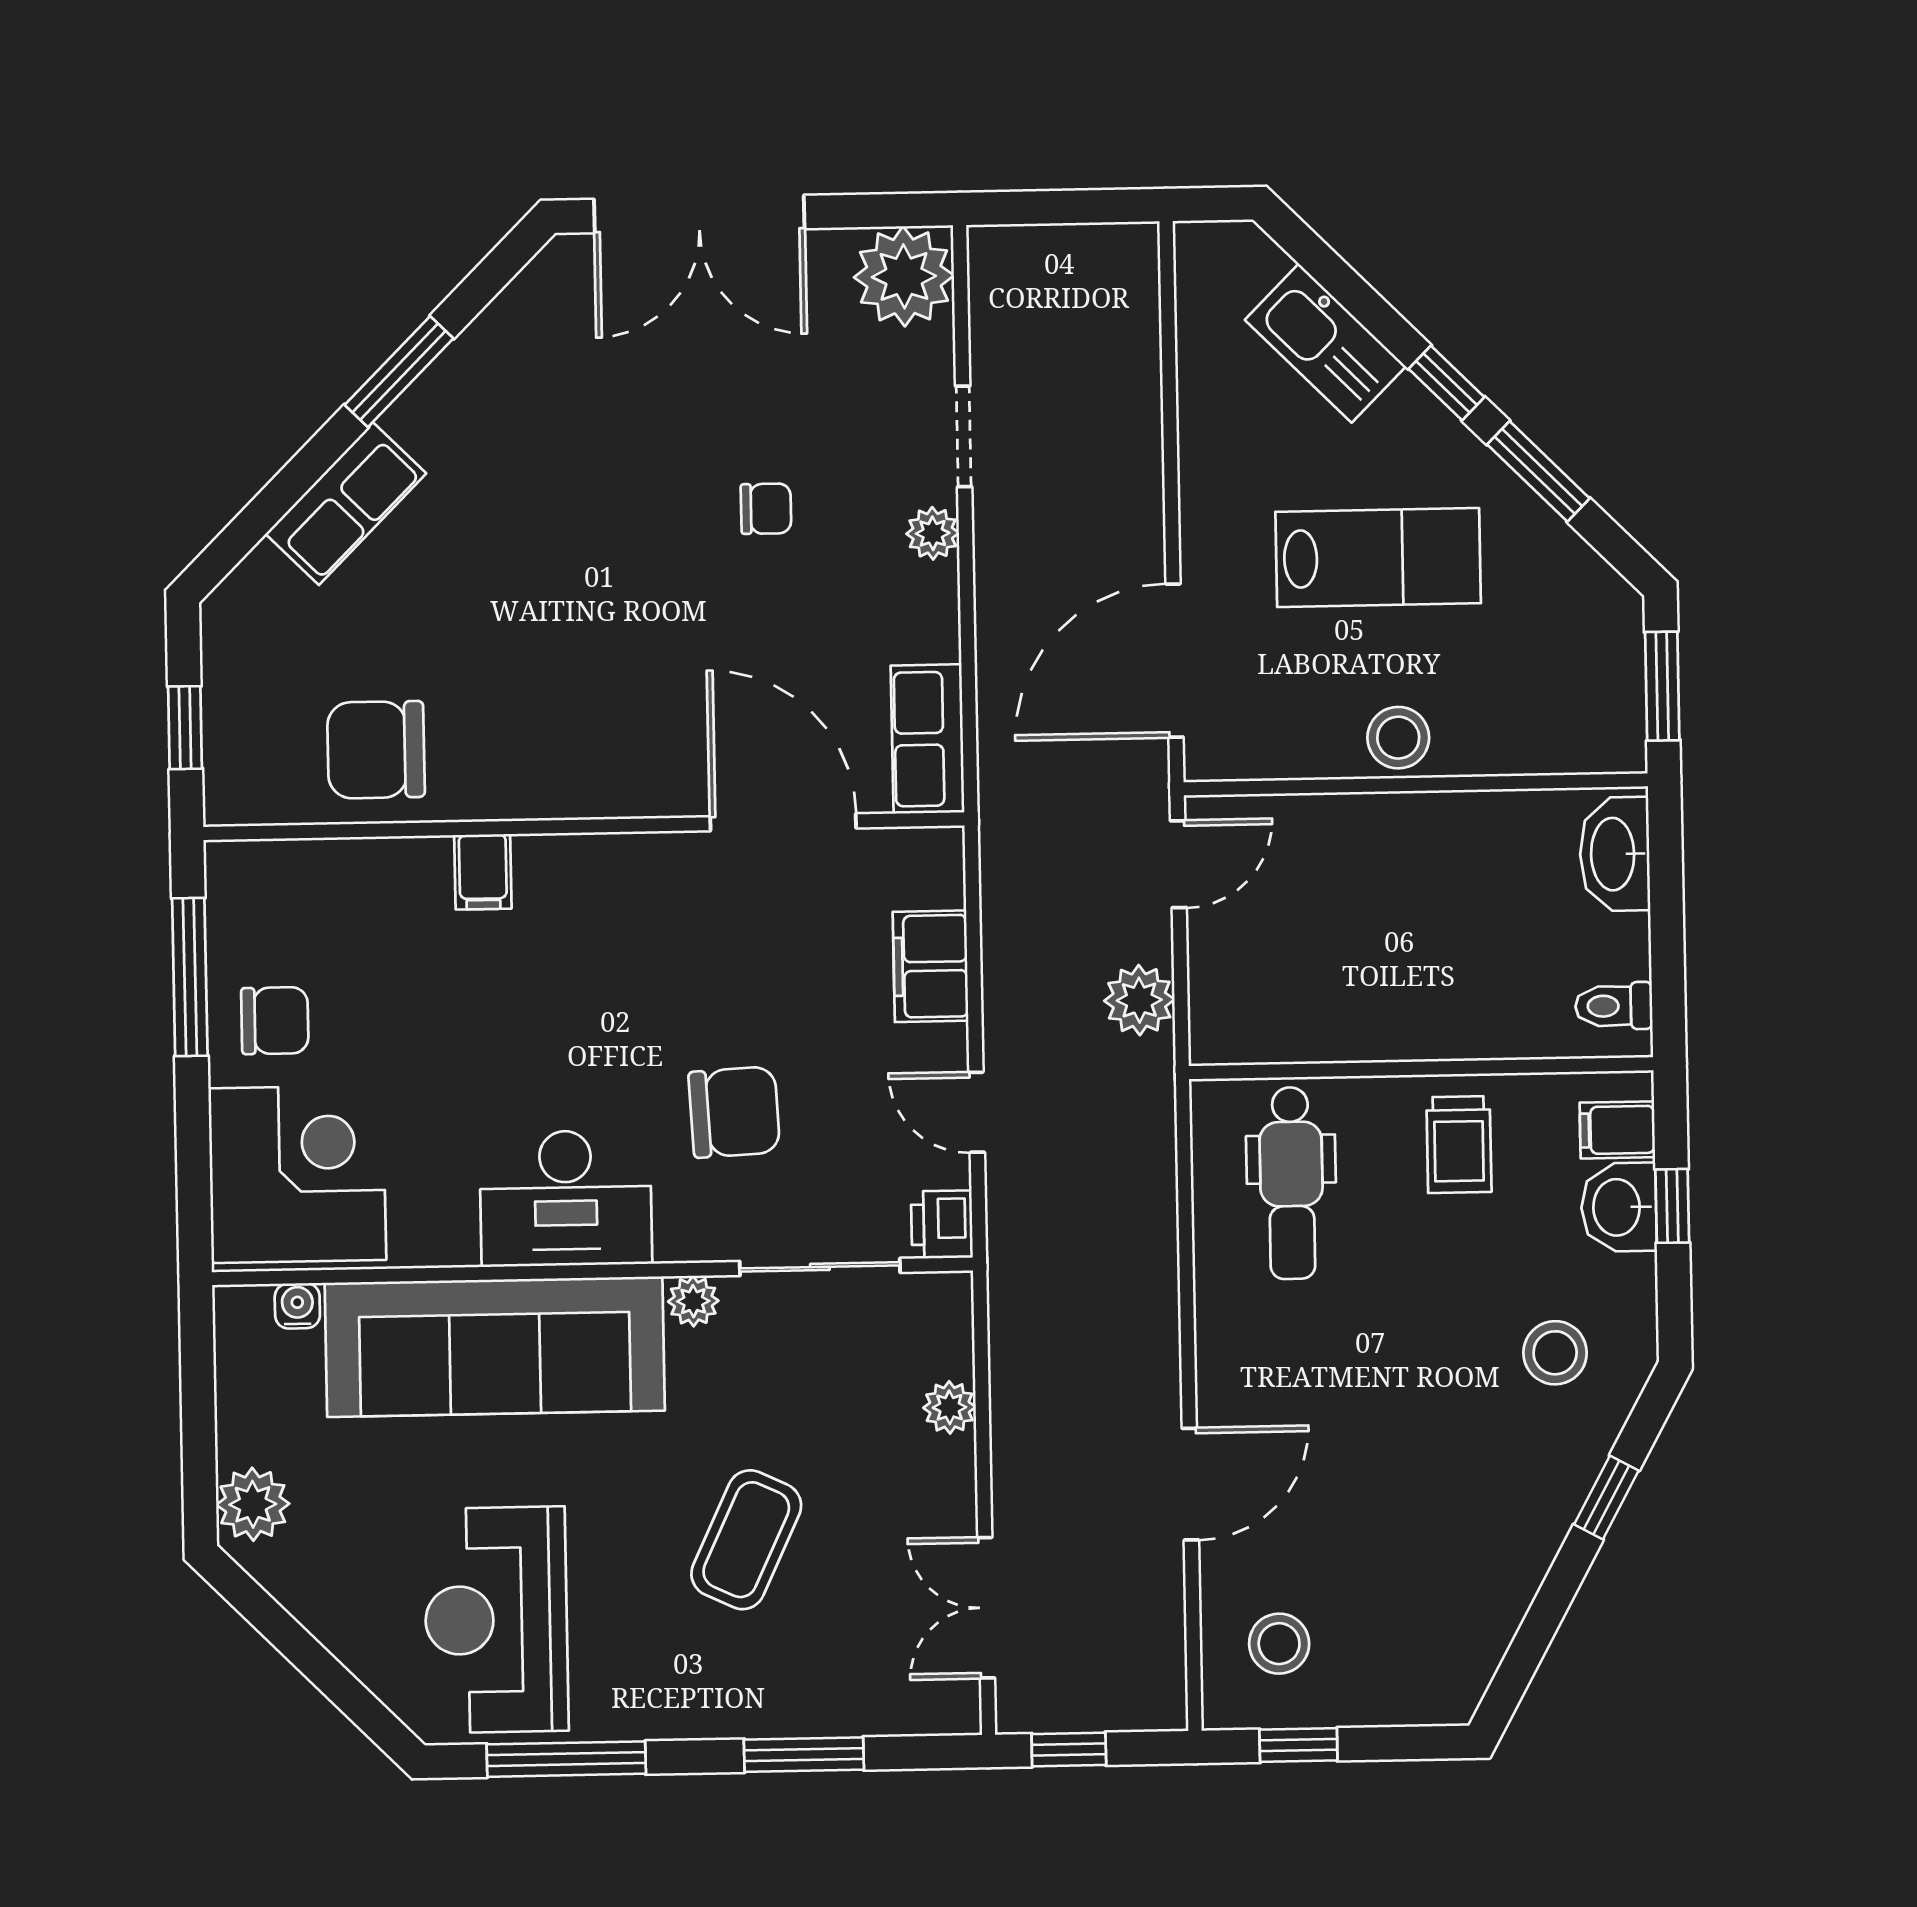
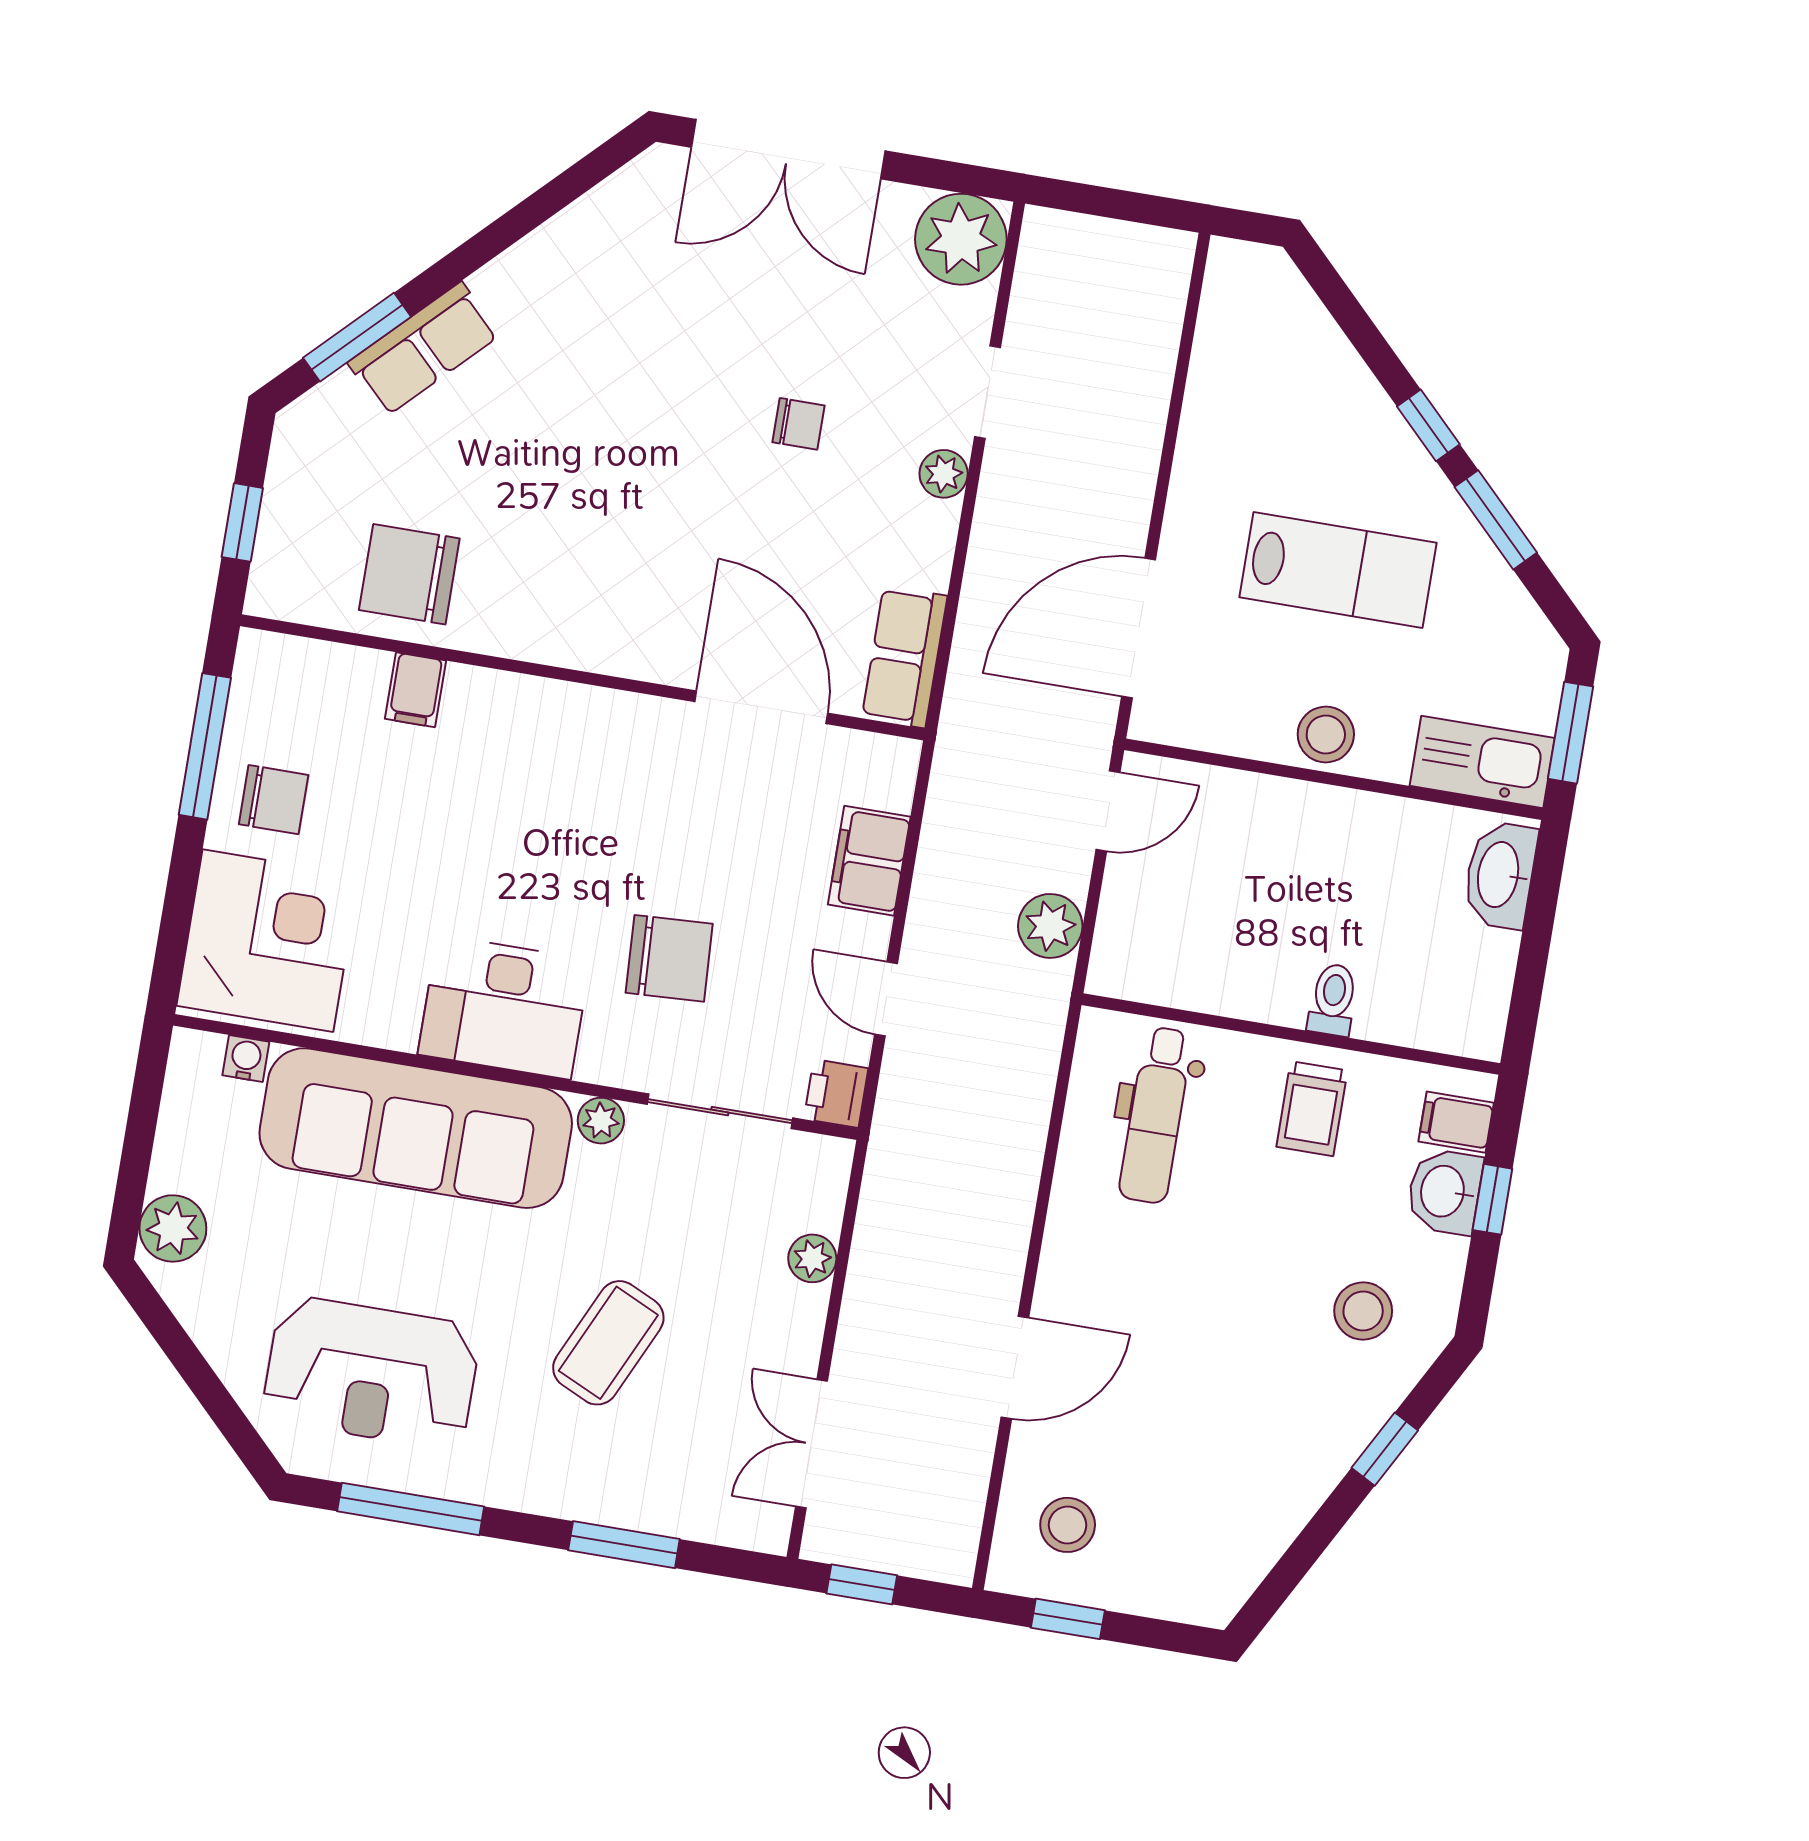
kitchen sink: (1325, 343) -> (1482, 762), moved, turned 135
window: (399, 372) -> (357, 337), moved
filing cabinet: (483, 872) -> (416, 690), moved
toilet: (1614, 1006) -> (1333, 1000), moved, turned 90
reception desk: (496, 1620) -> (371, 1373), turned -90

